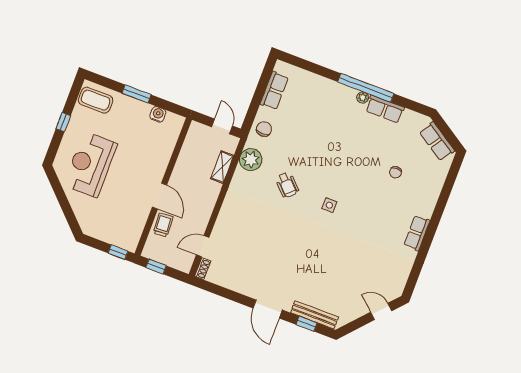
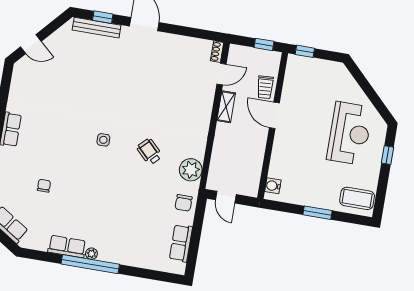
water cooler: (158, 114) -> (273, 186), moved, turned 90
window: (63, 122) -> (387, 155), moved
shelving: (222, 167) -> (226, 107), moved

